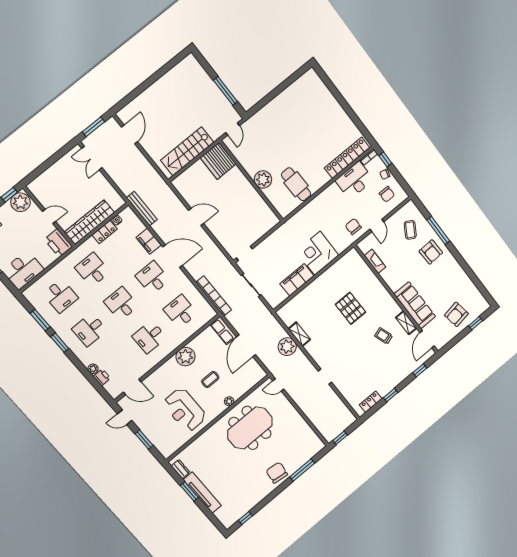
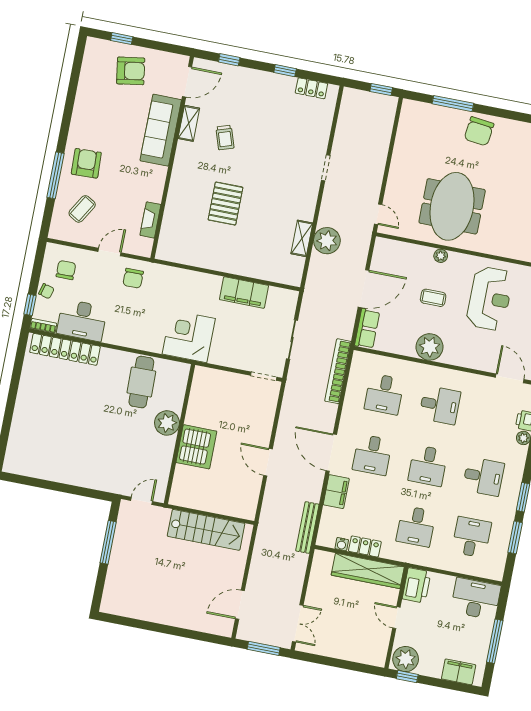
server rack: (218, 161) -> (196, 447), moved
corner desk: (317, 253) -> (189, 336), moved, turned 180
meeting table: (250, 428) -> (452, 206), turned 90

